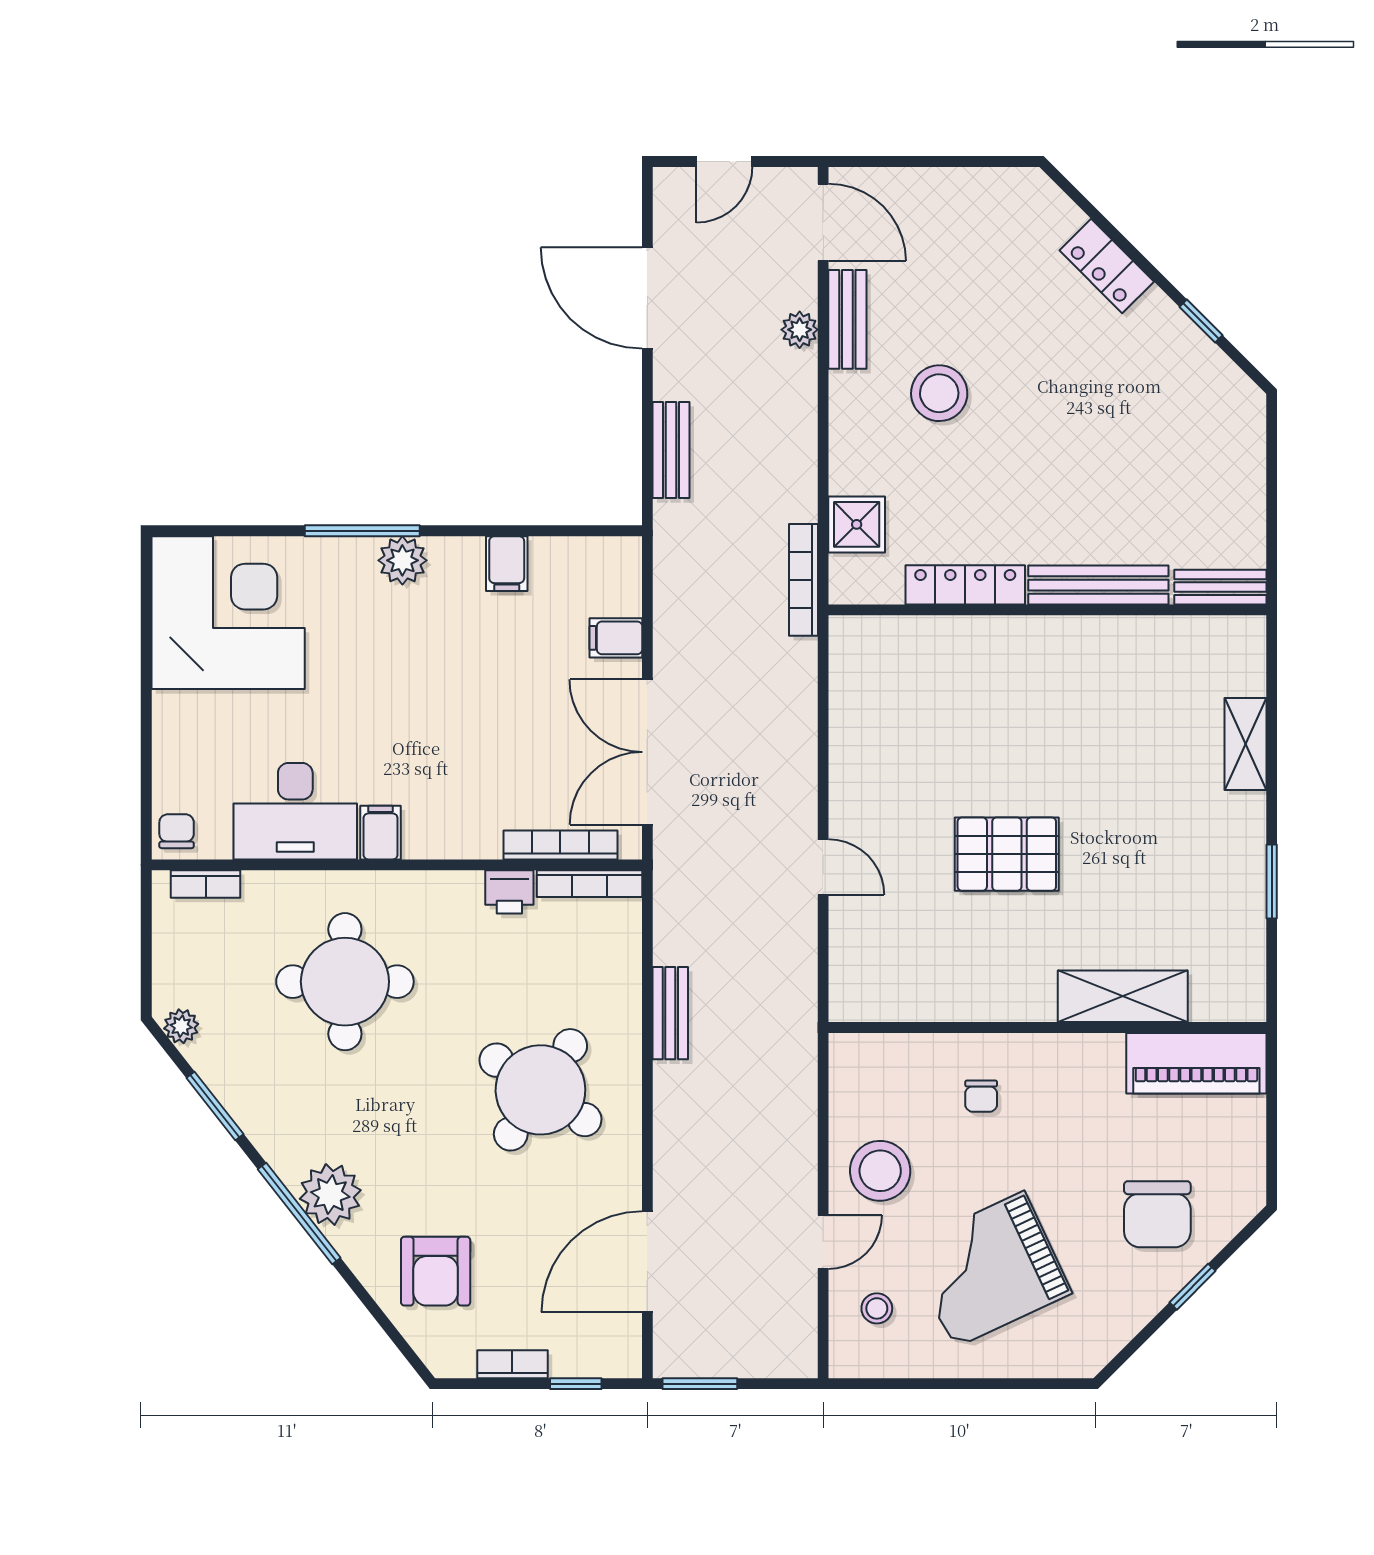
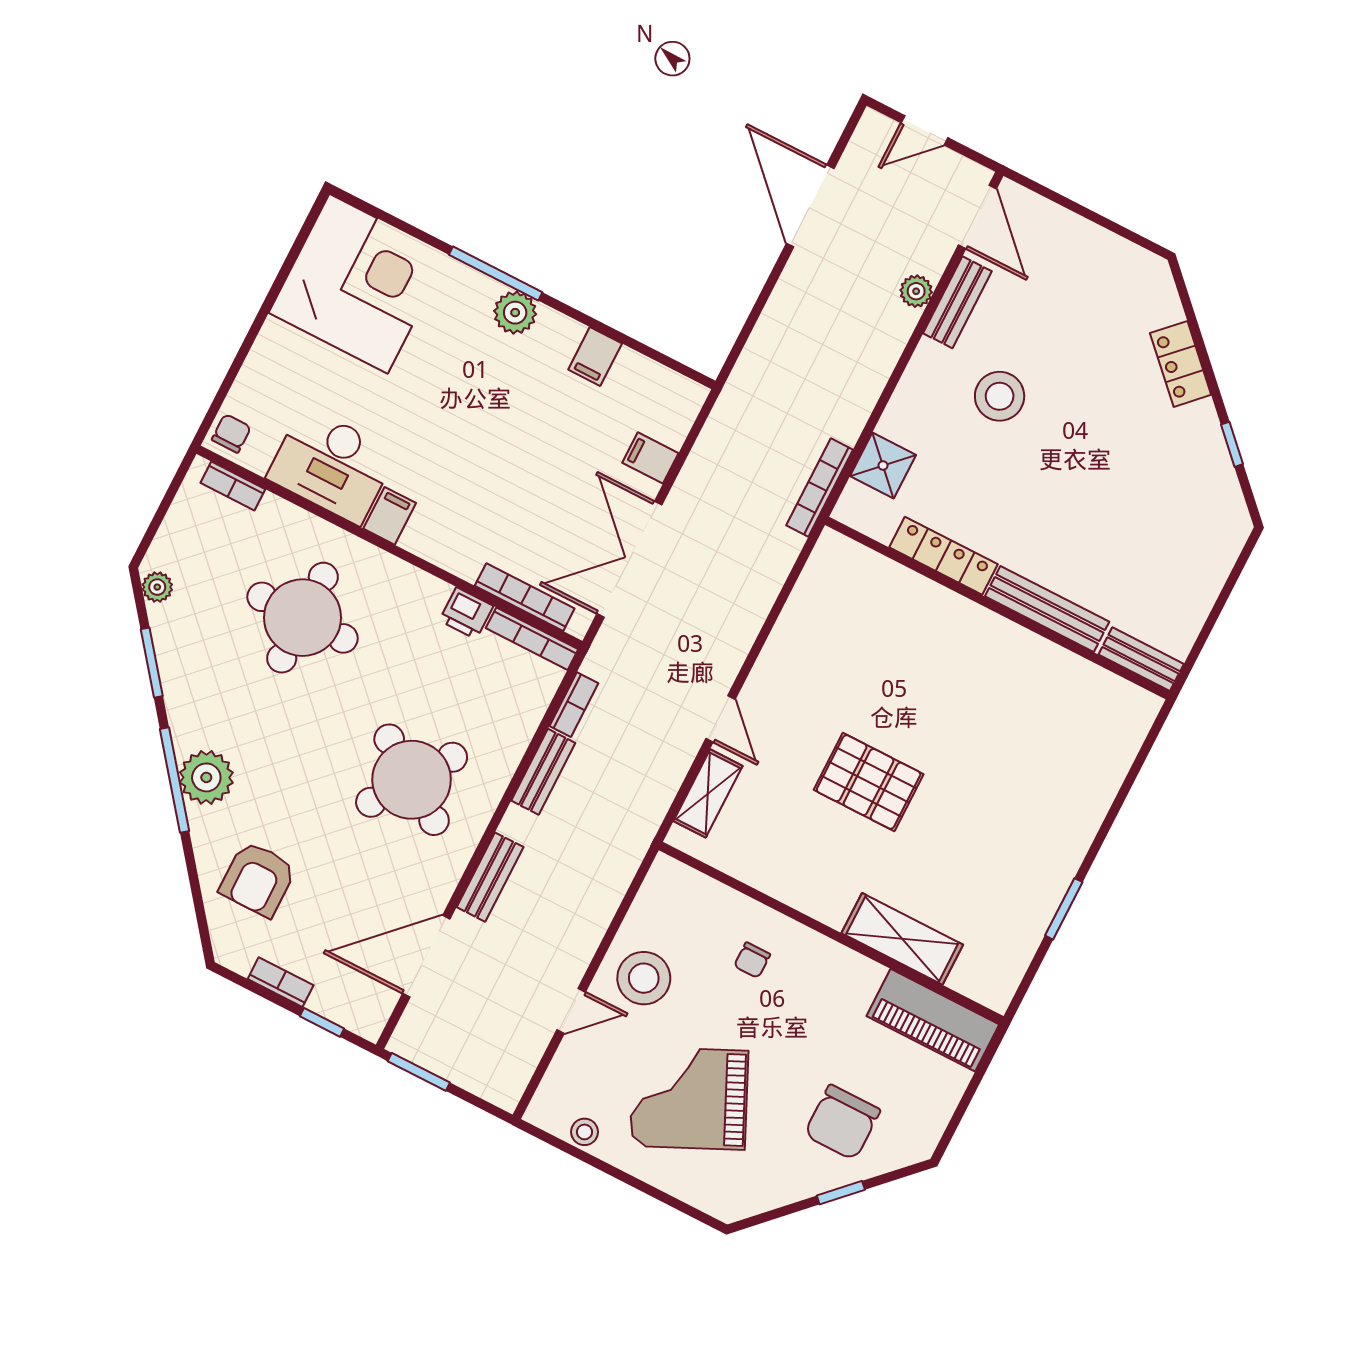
bench: (671, 450) -> (490, 877), moved
shelving: (1246, 744) -> (708, 793), moved
bookcase: (666, 929) -> (574, 705), added
stool: (877, 1308) -> (585, 1132), moved

